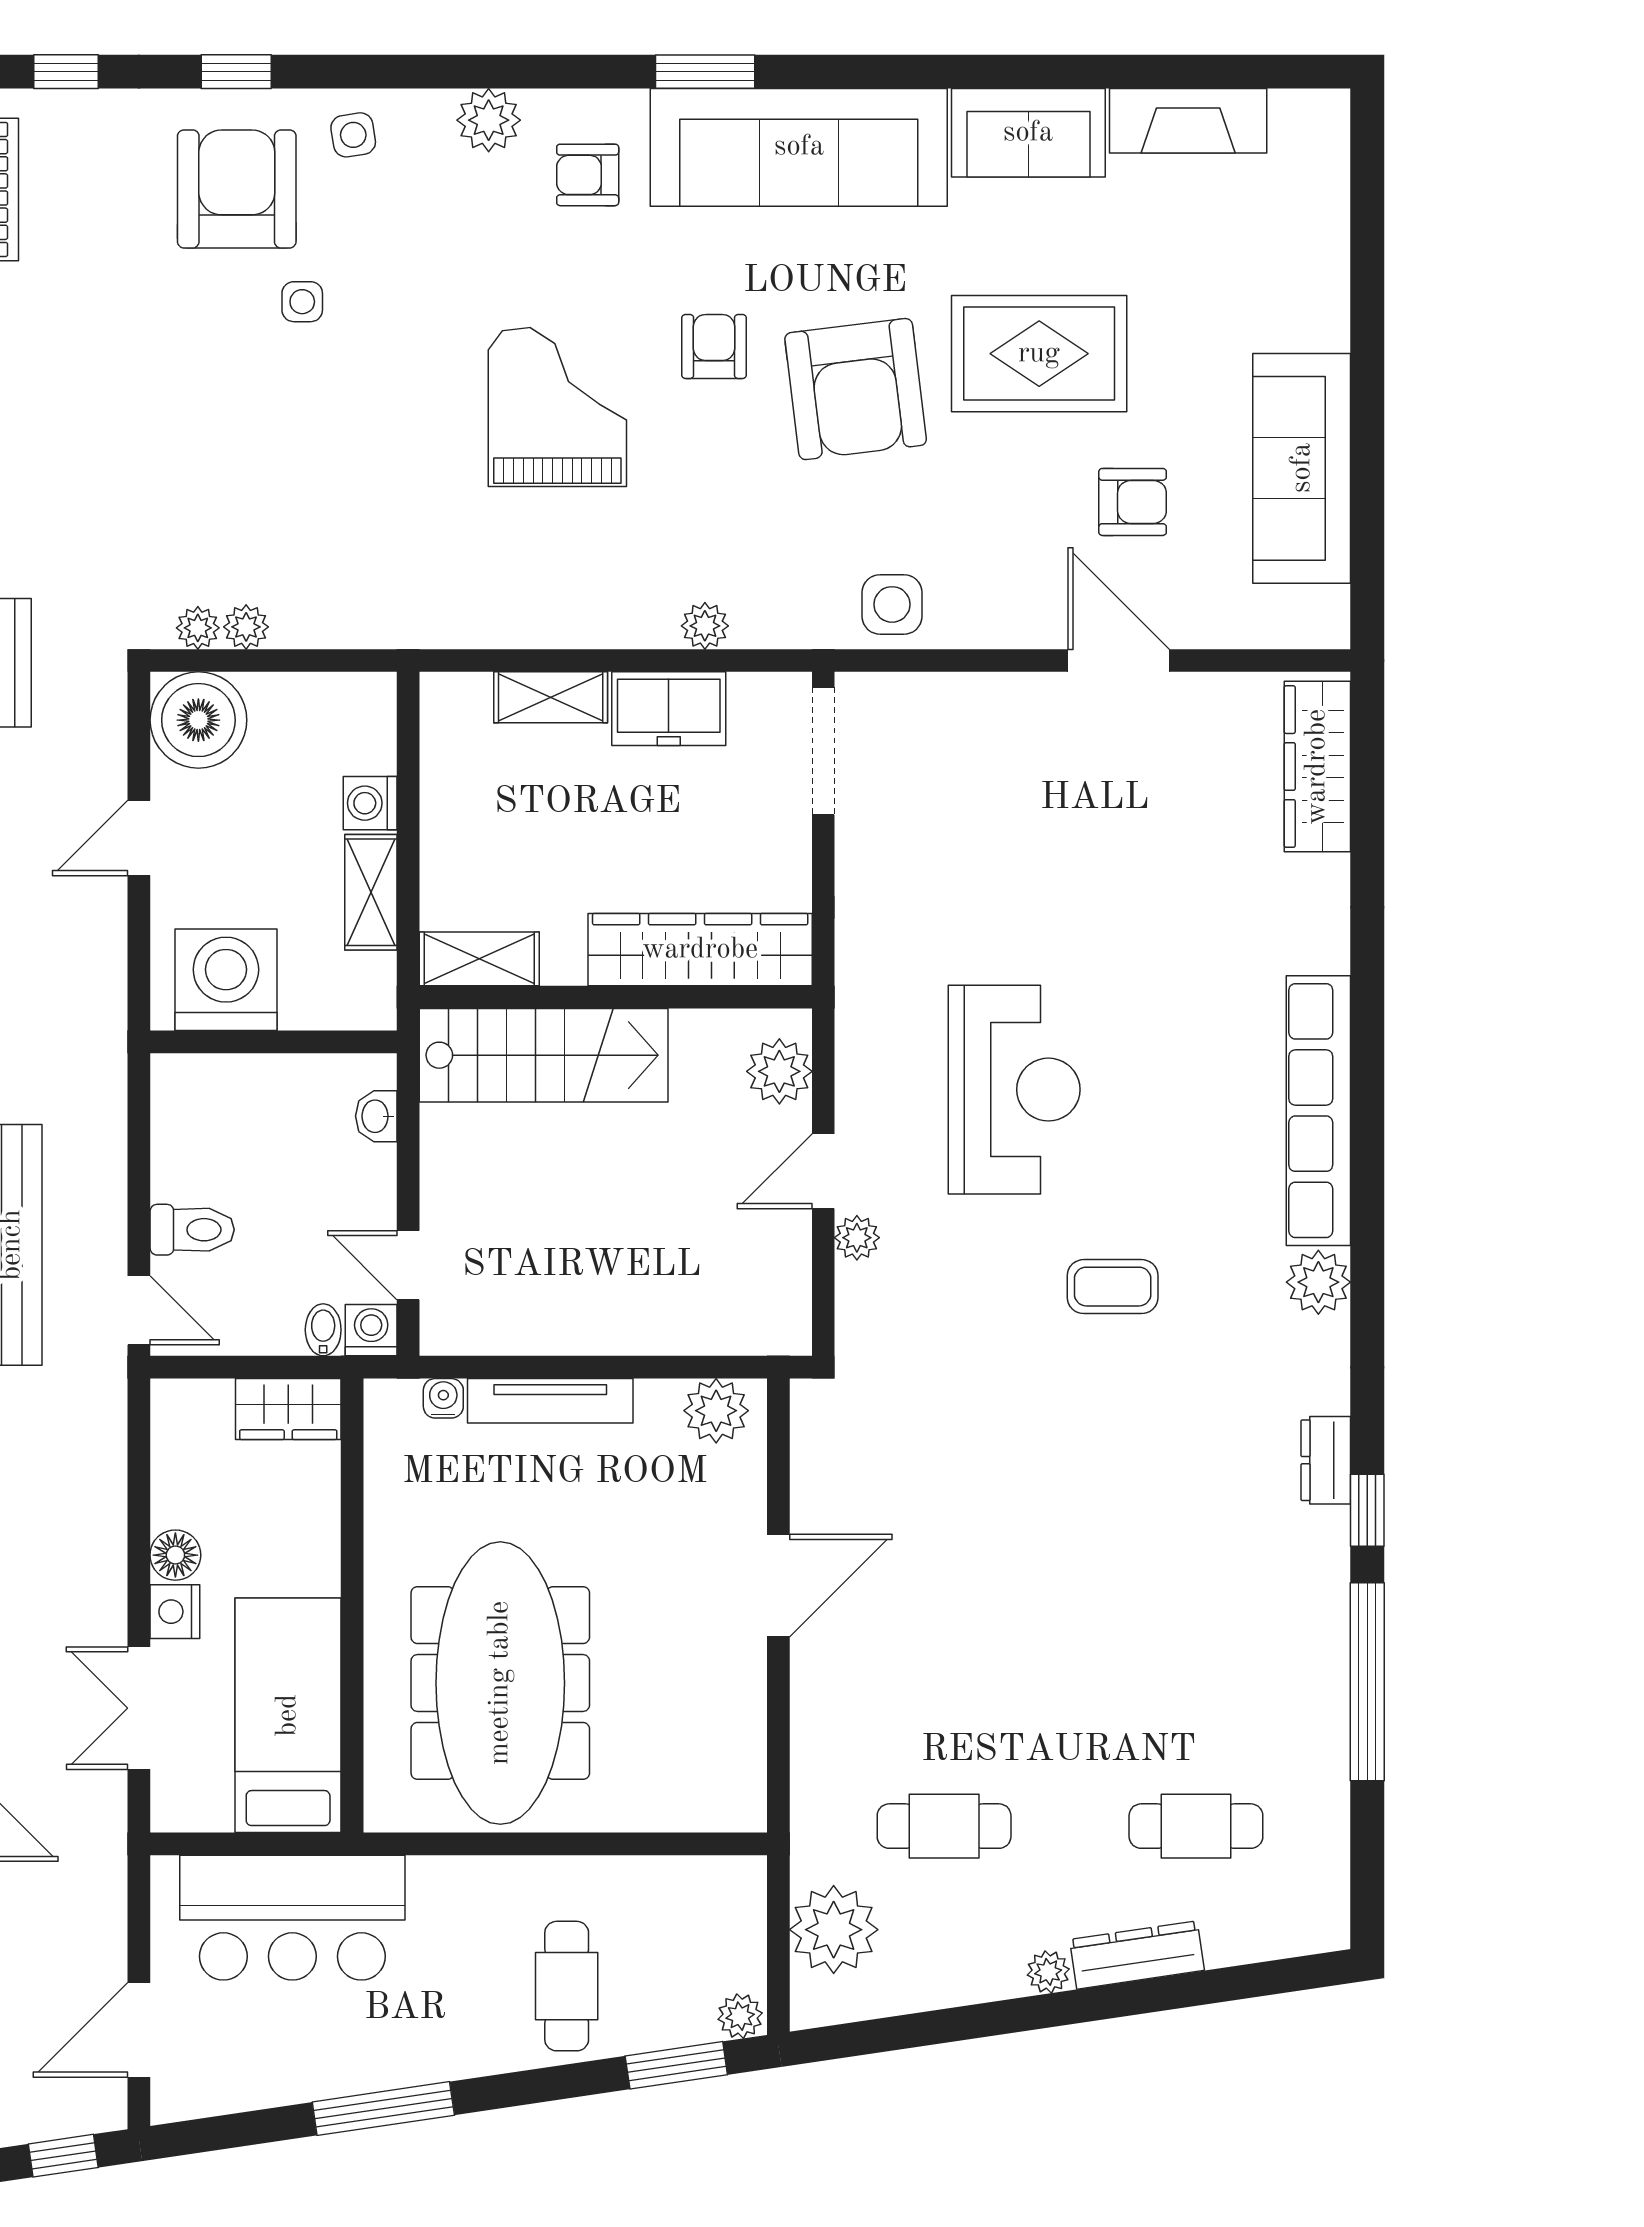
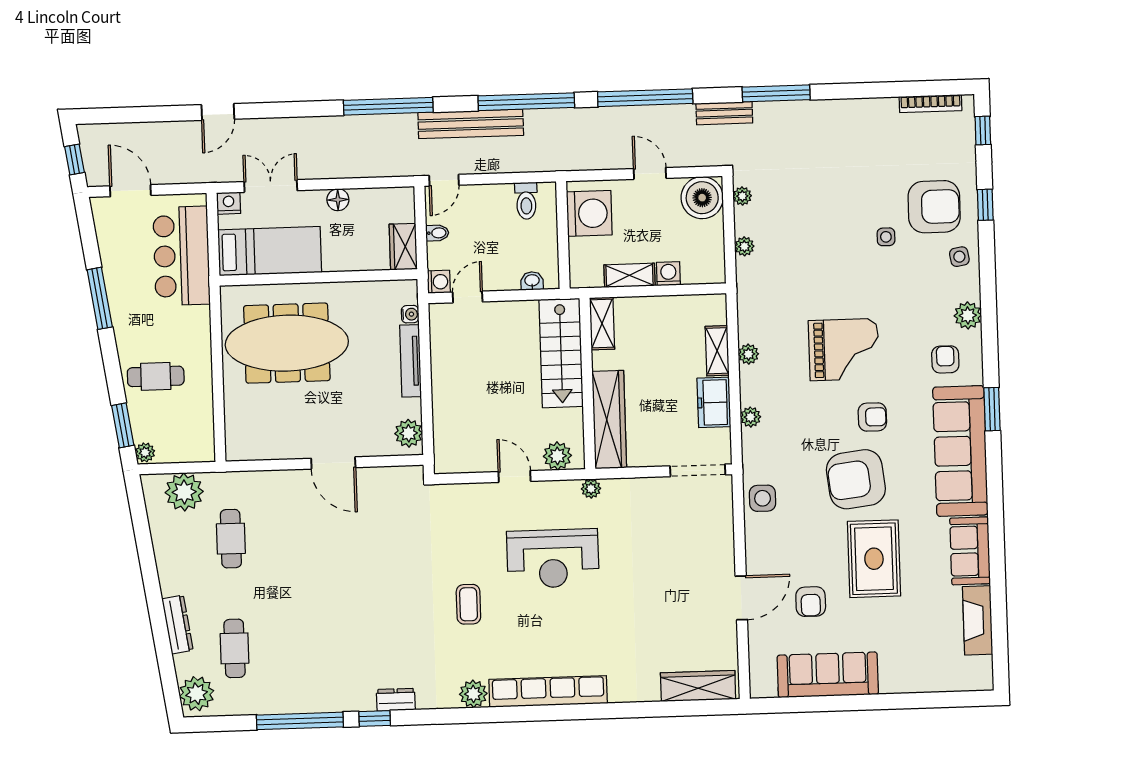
plant: (561, 626) -> (748, 354), added
plant: (246, 627) -> (744, 246), moved
toilet: (192, 1230) -> (526, 201), moved
plant: (857, 1238) -> (591, 489), moved
bidet: (323, 1330) -> (437, 233), moved
nightstand: (175, 1612) -> (229, 203), moved
plant: (1048, 1972) -> (197, 694), moved, width x1.88, depth x1.88

